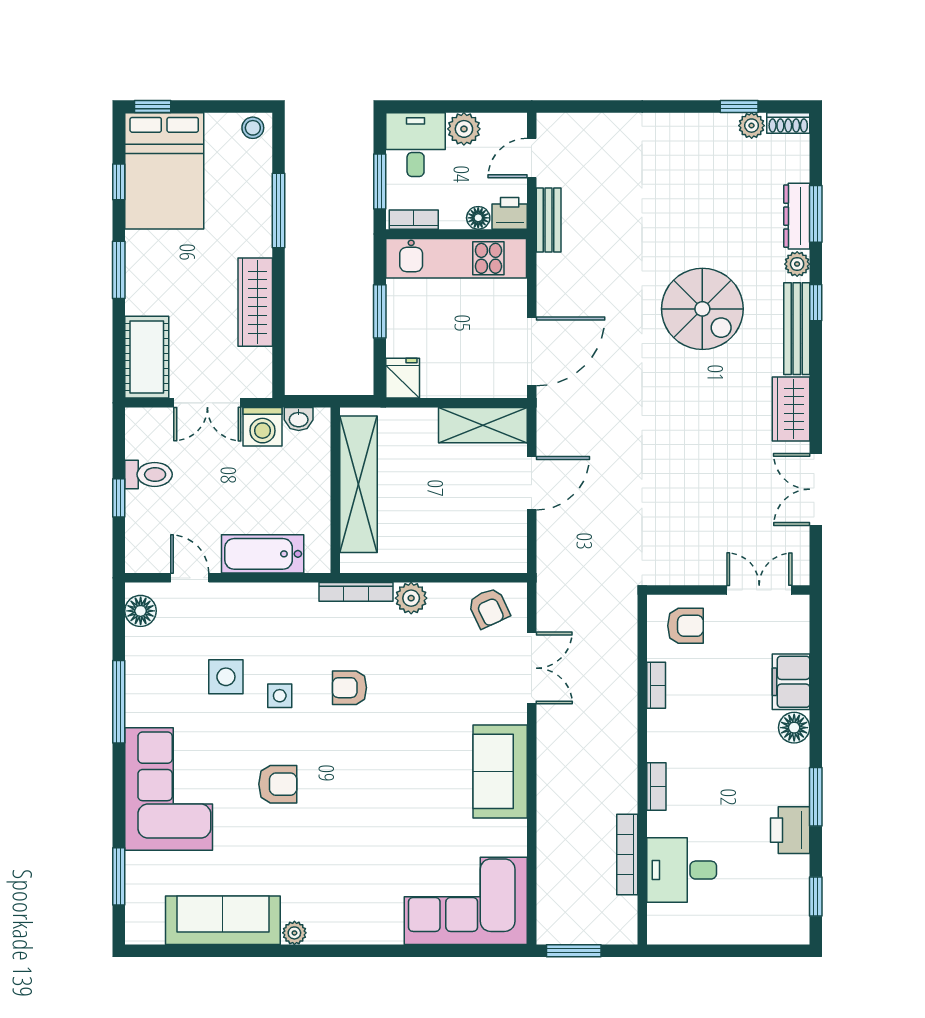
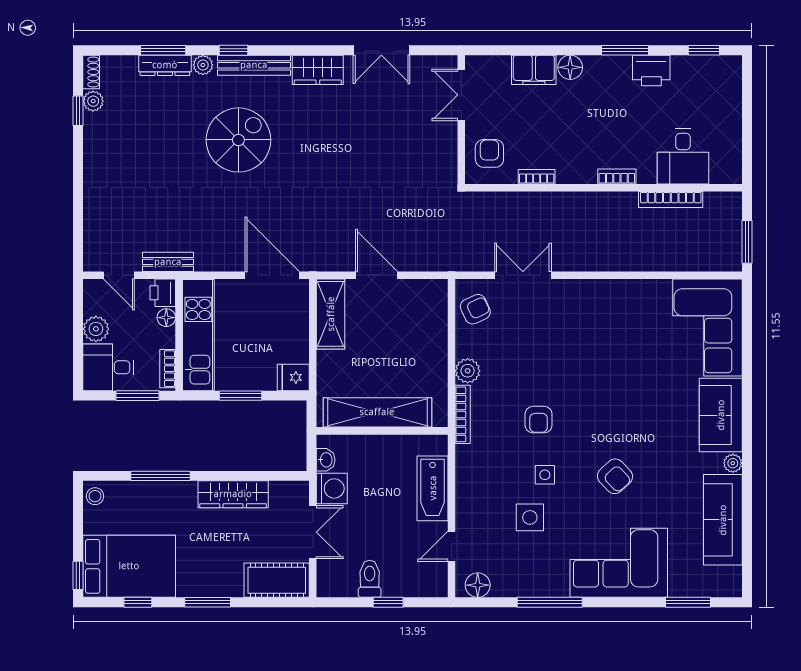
sofa: (500, 771) -> (721, 415), moved, turned 90
armchair: (278, 784) -> (615, 476), turned 137

